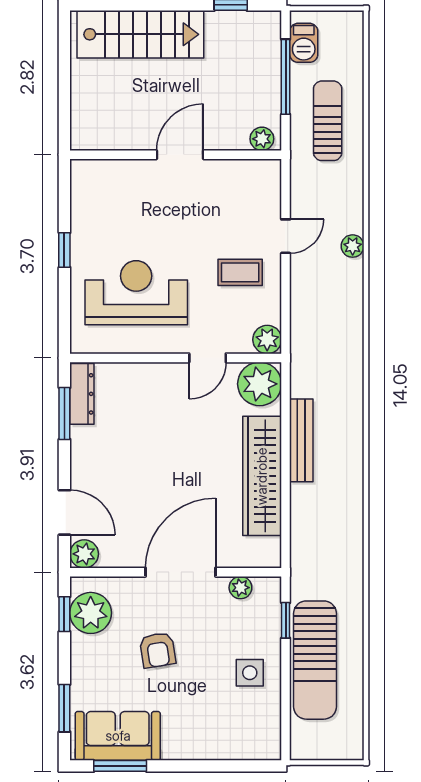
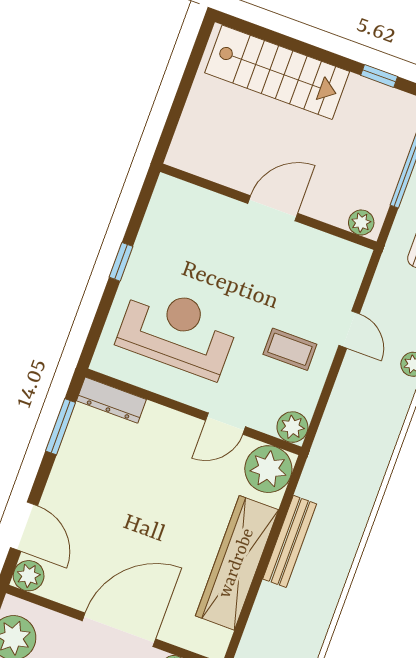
door: (286, 236) -> (349, 330), hinge flipped
dresser: (82, 394) -> (111, 400), moved, turned 90

